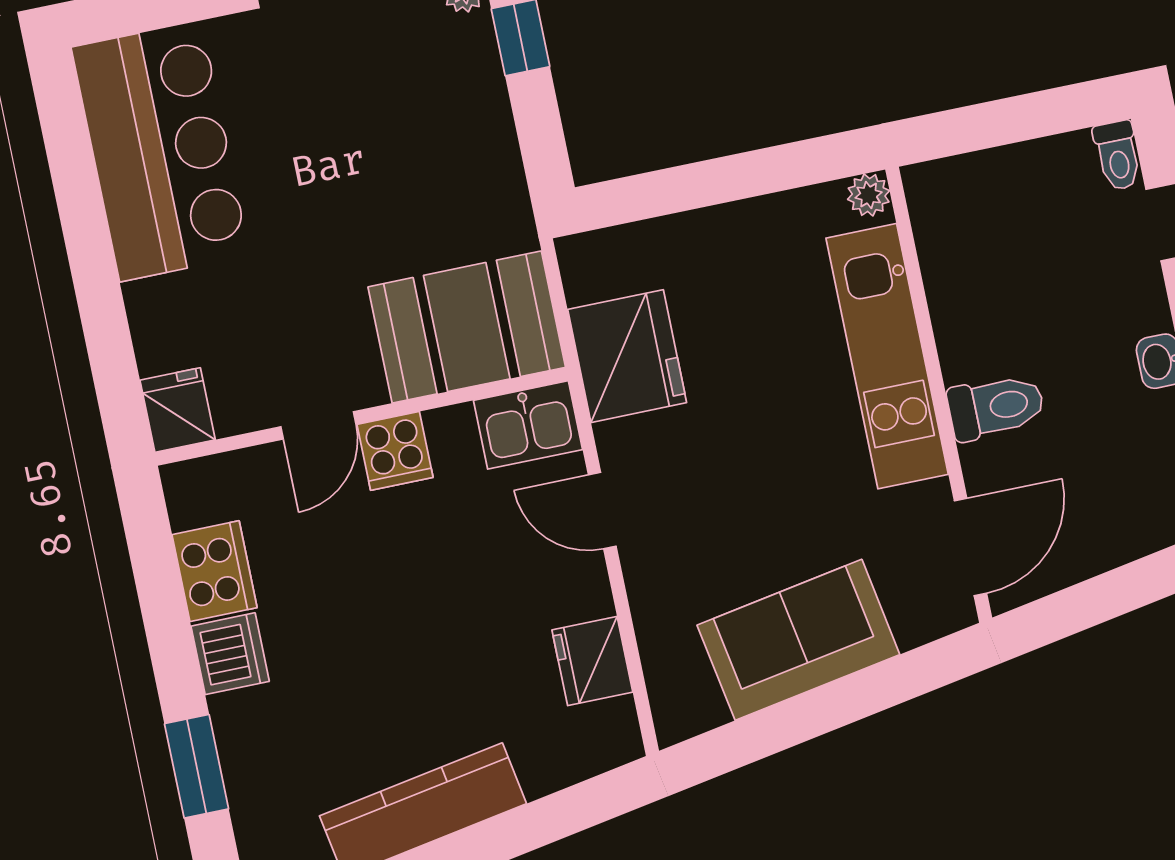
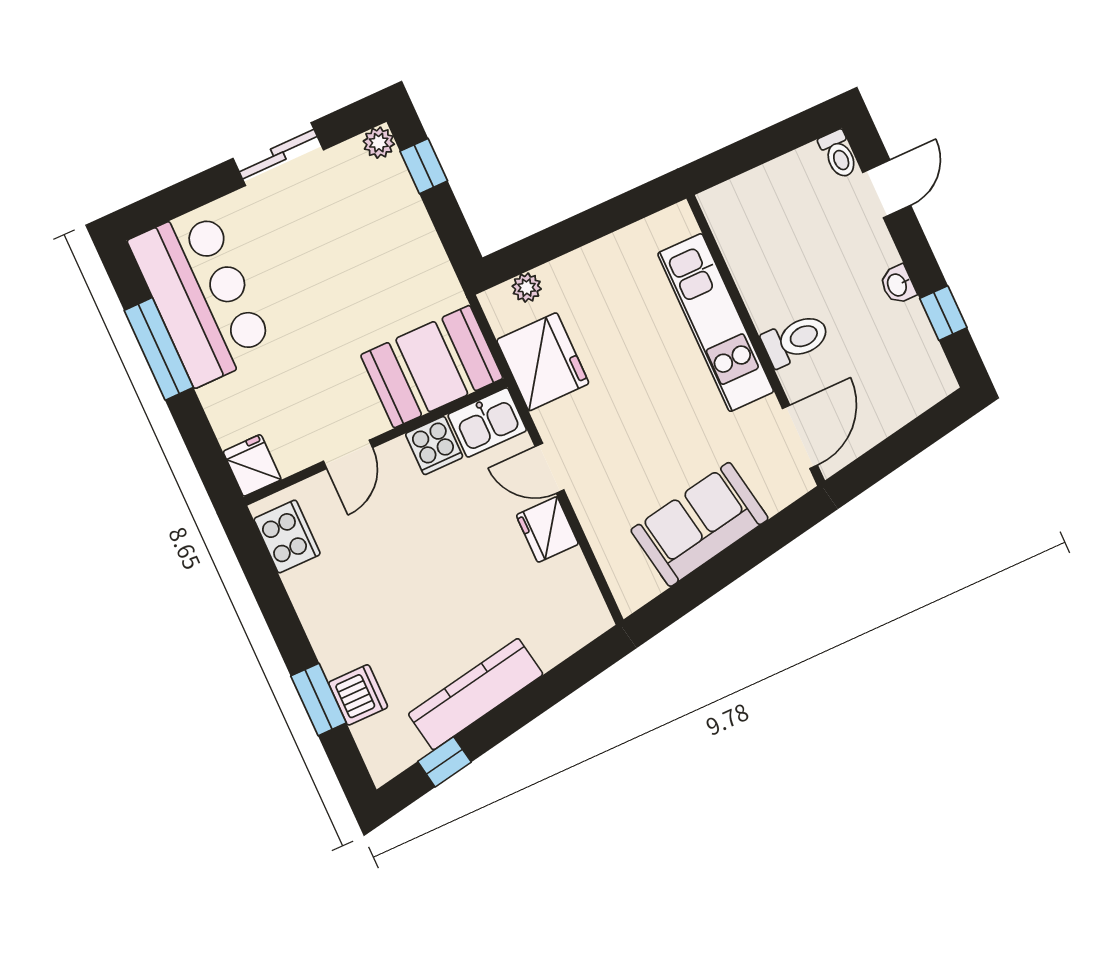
plant: (869, 195) -> (527, 288), moved
window: (82, 213) -> (159, 349), added
cooker: (395, 451) -> (434, 446), moved
cooker: (215, 571) -> (287, 536), moved
dishwasher: (230, 654) -> (358, 695), moved
fridge: (592, 661) -> (547, 530), moved

